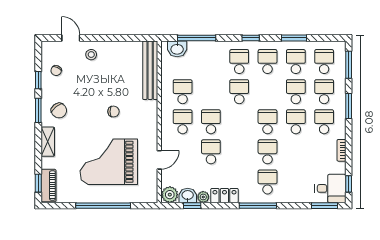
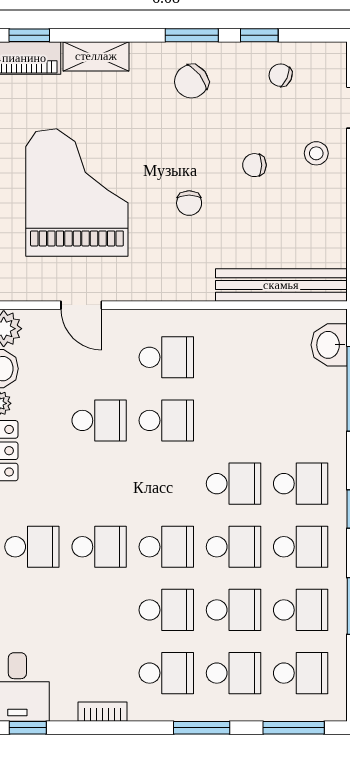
chair: (96, 82) -> (254, 165), added
school desk: (183, 92) -> (233, 547), moved
shelving: (48, 142) -> (96, 56), moved

